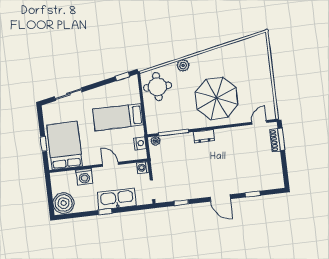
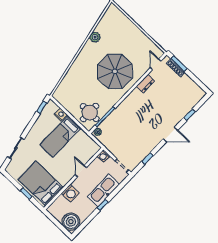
plant: (183, 65) -> (95, 37), moved
round table: (157, 87) -> (90, 113), moved
dresser: (204, 136) -> (145, 84), moved
nightstand: (140, 143) -> (61, 115), moved
door: (110, 164) -> (81, 171), hinge flipped

